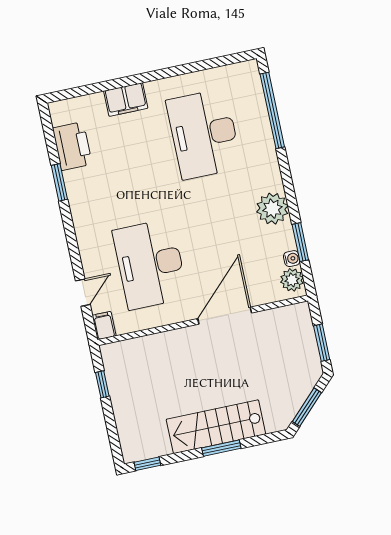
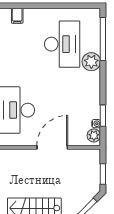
filing cabinet: (126, 100) -> (17, 16), width x0.50
desk: (204, 134) -> (62, 44), turned 180
plant: (272, 209) -> (91, 62), moved

